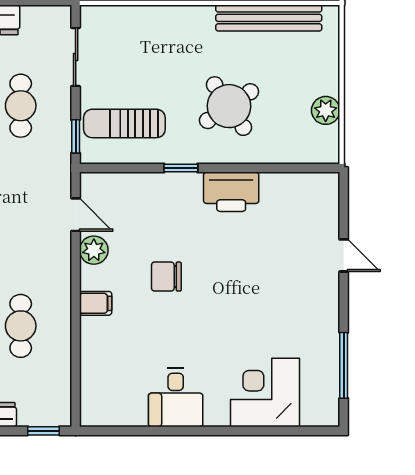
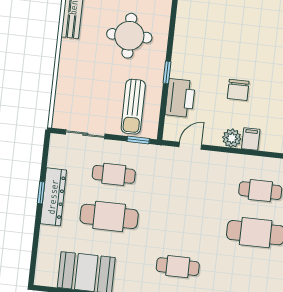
round table: (229, 106) -> (129, 36), turned 34
printer: (231, 192) -> (180, 98), moved
plant: (94, 250) -> (232, 138), moved

